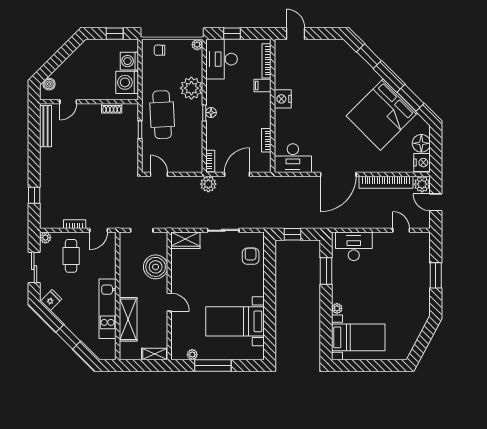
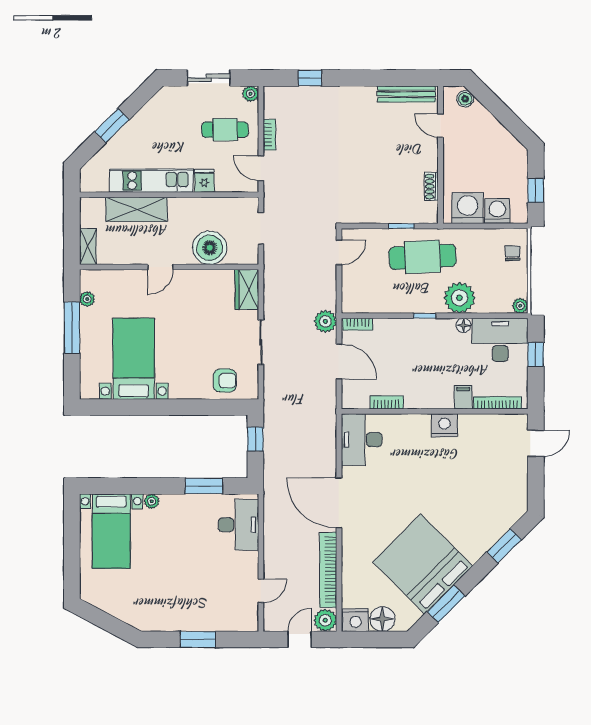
floor lamp: (211, 113) -> (463, 325), moved
fridge: (51, 300) -> (204, 181), moved, turned -135

